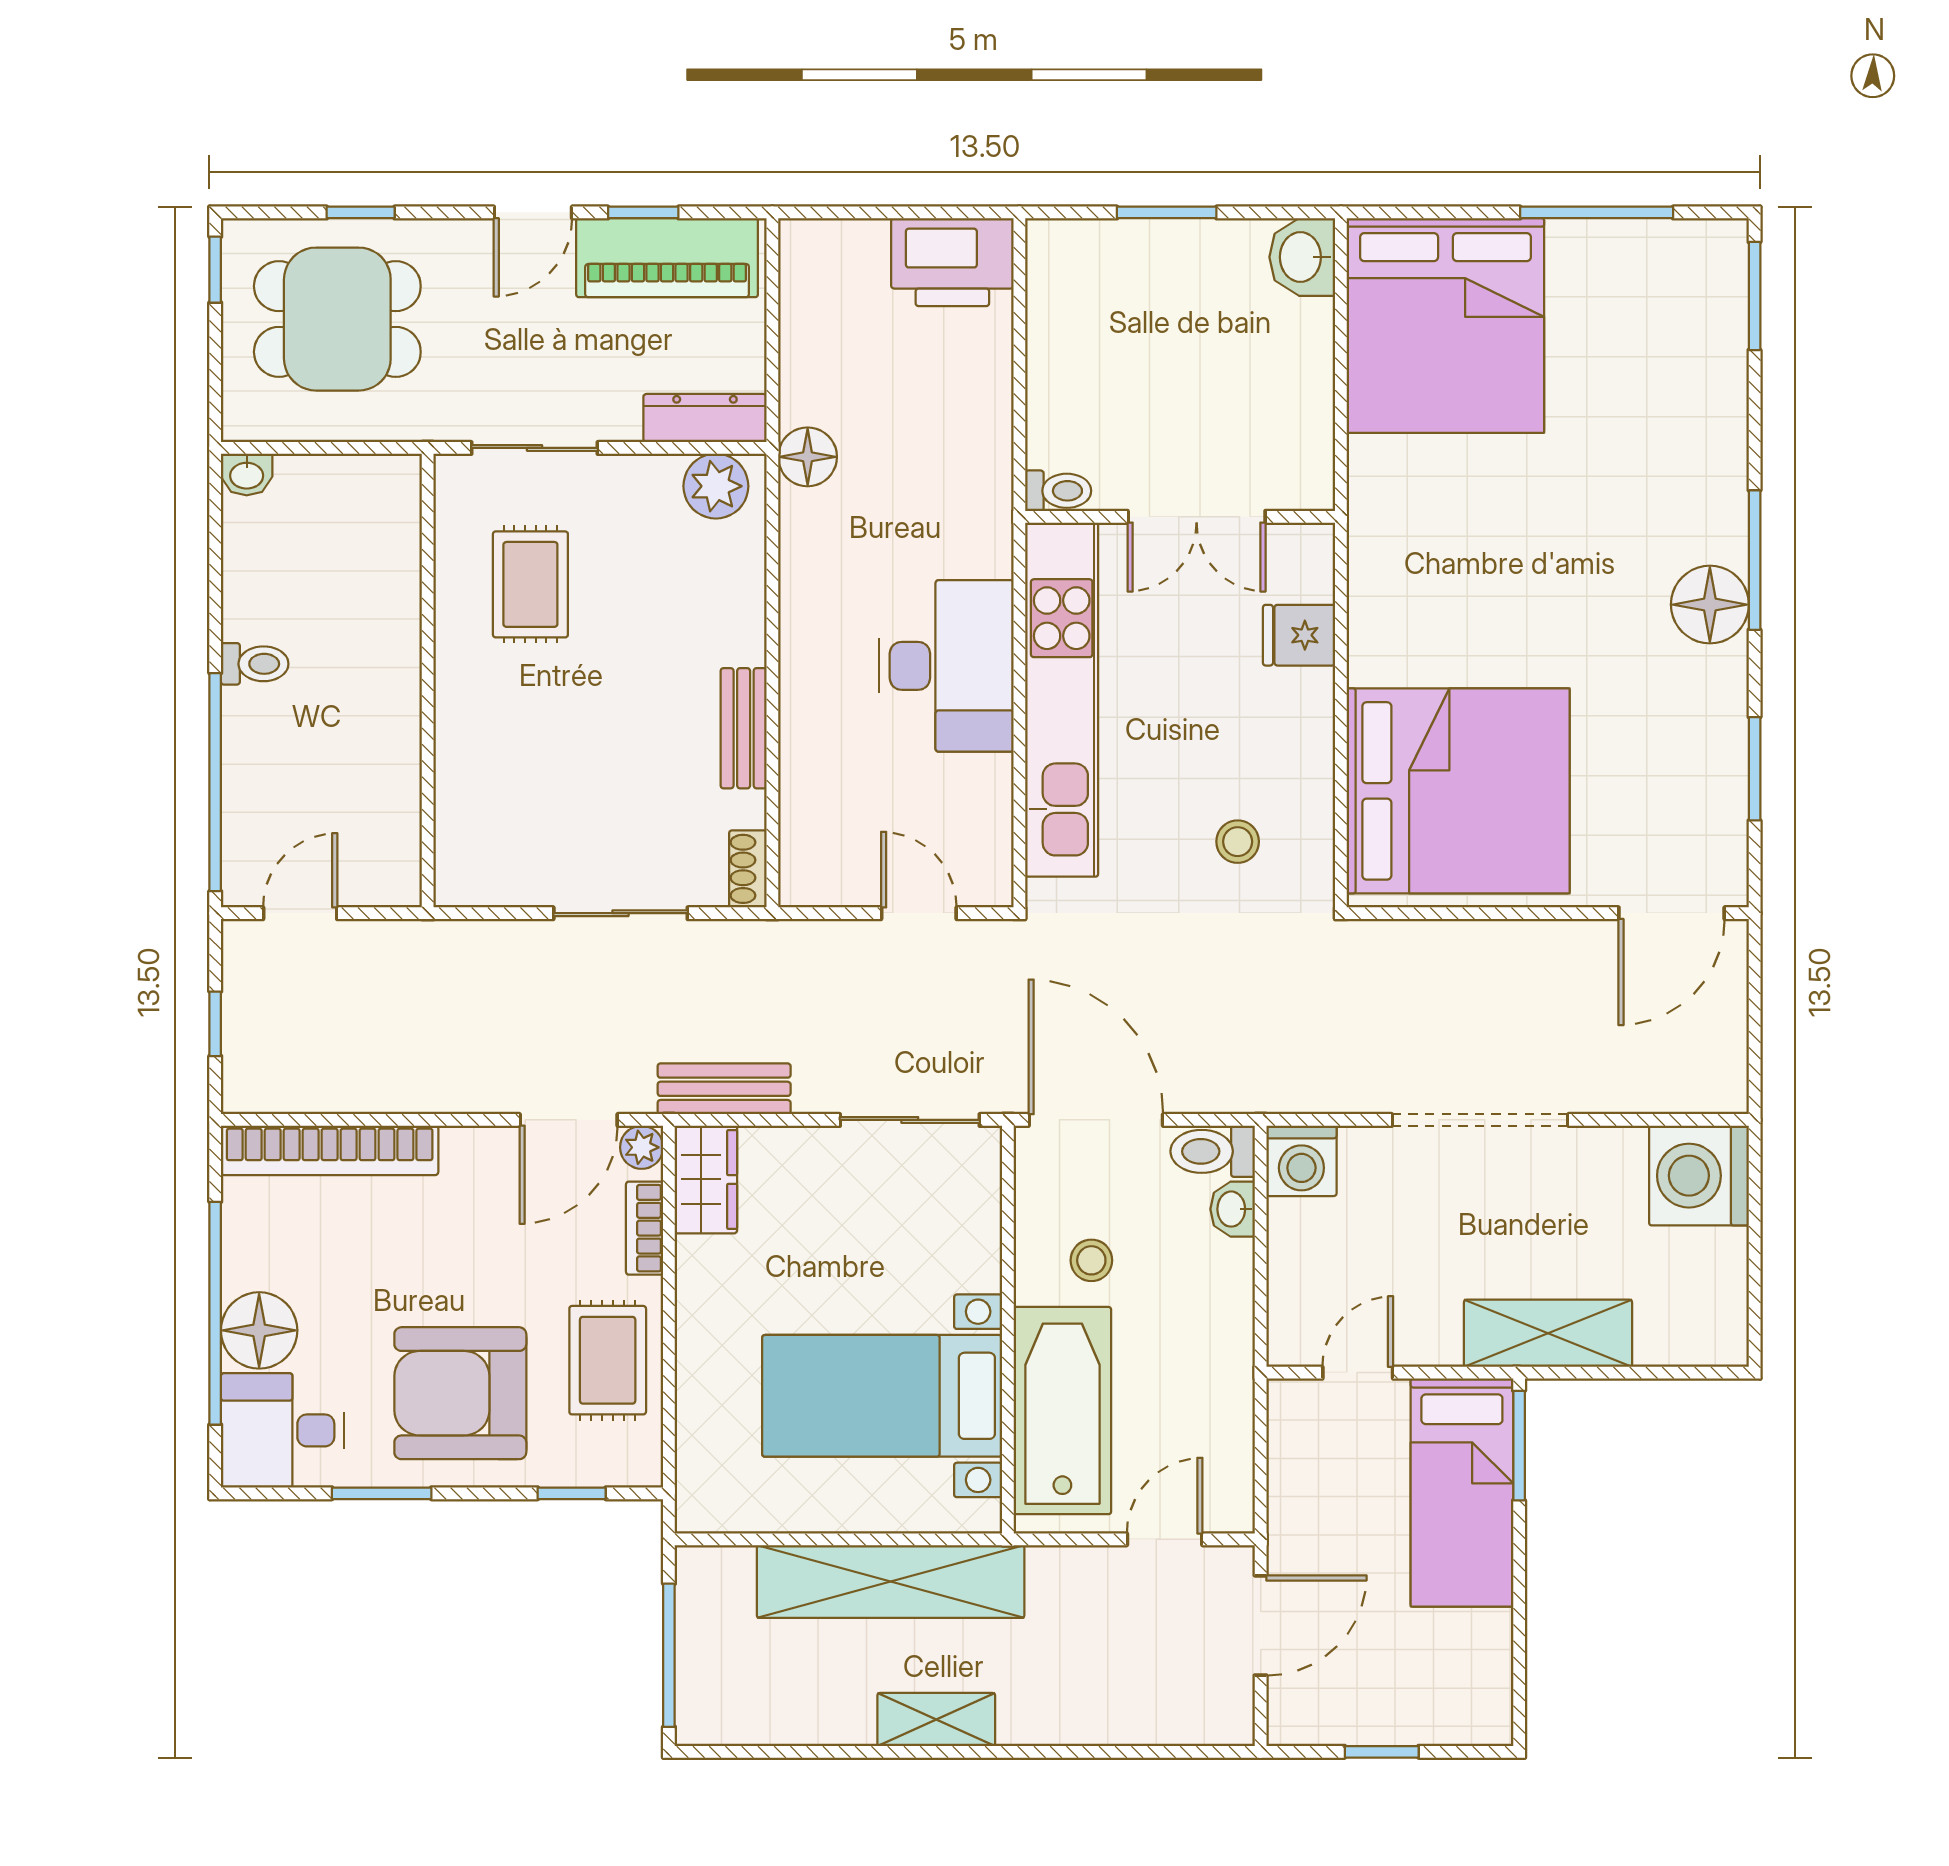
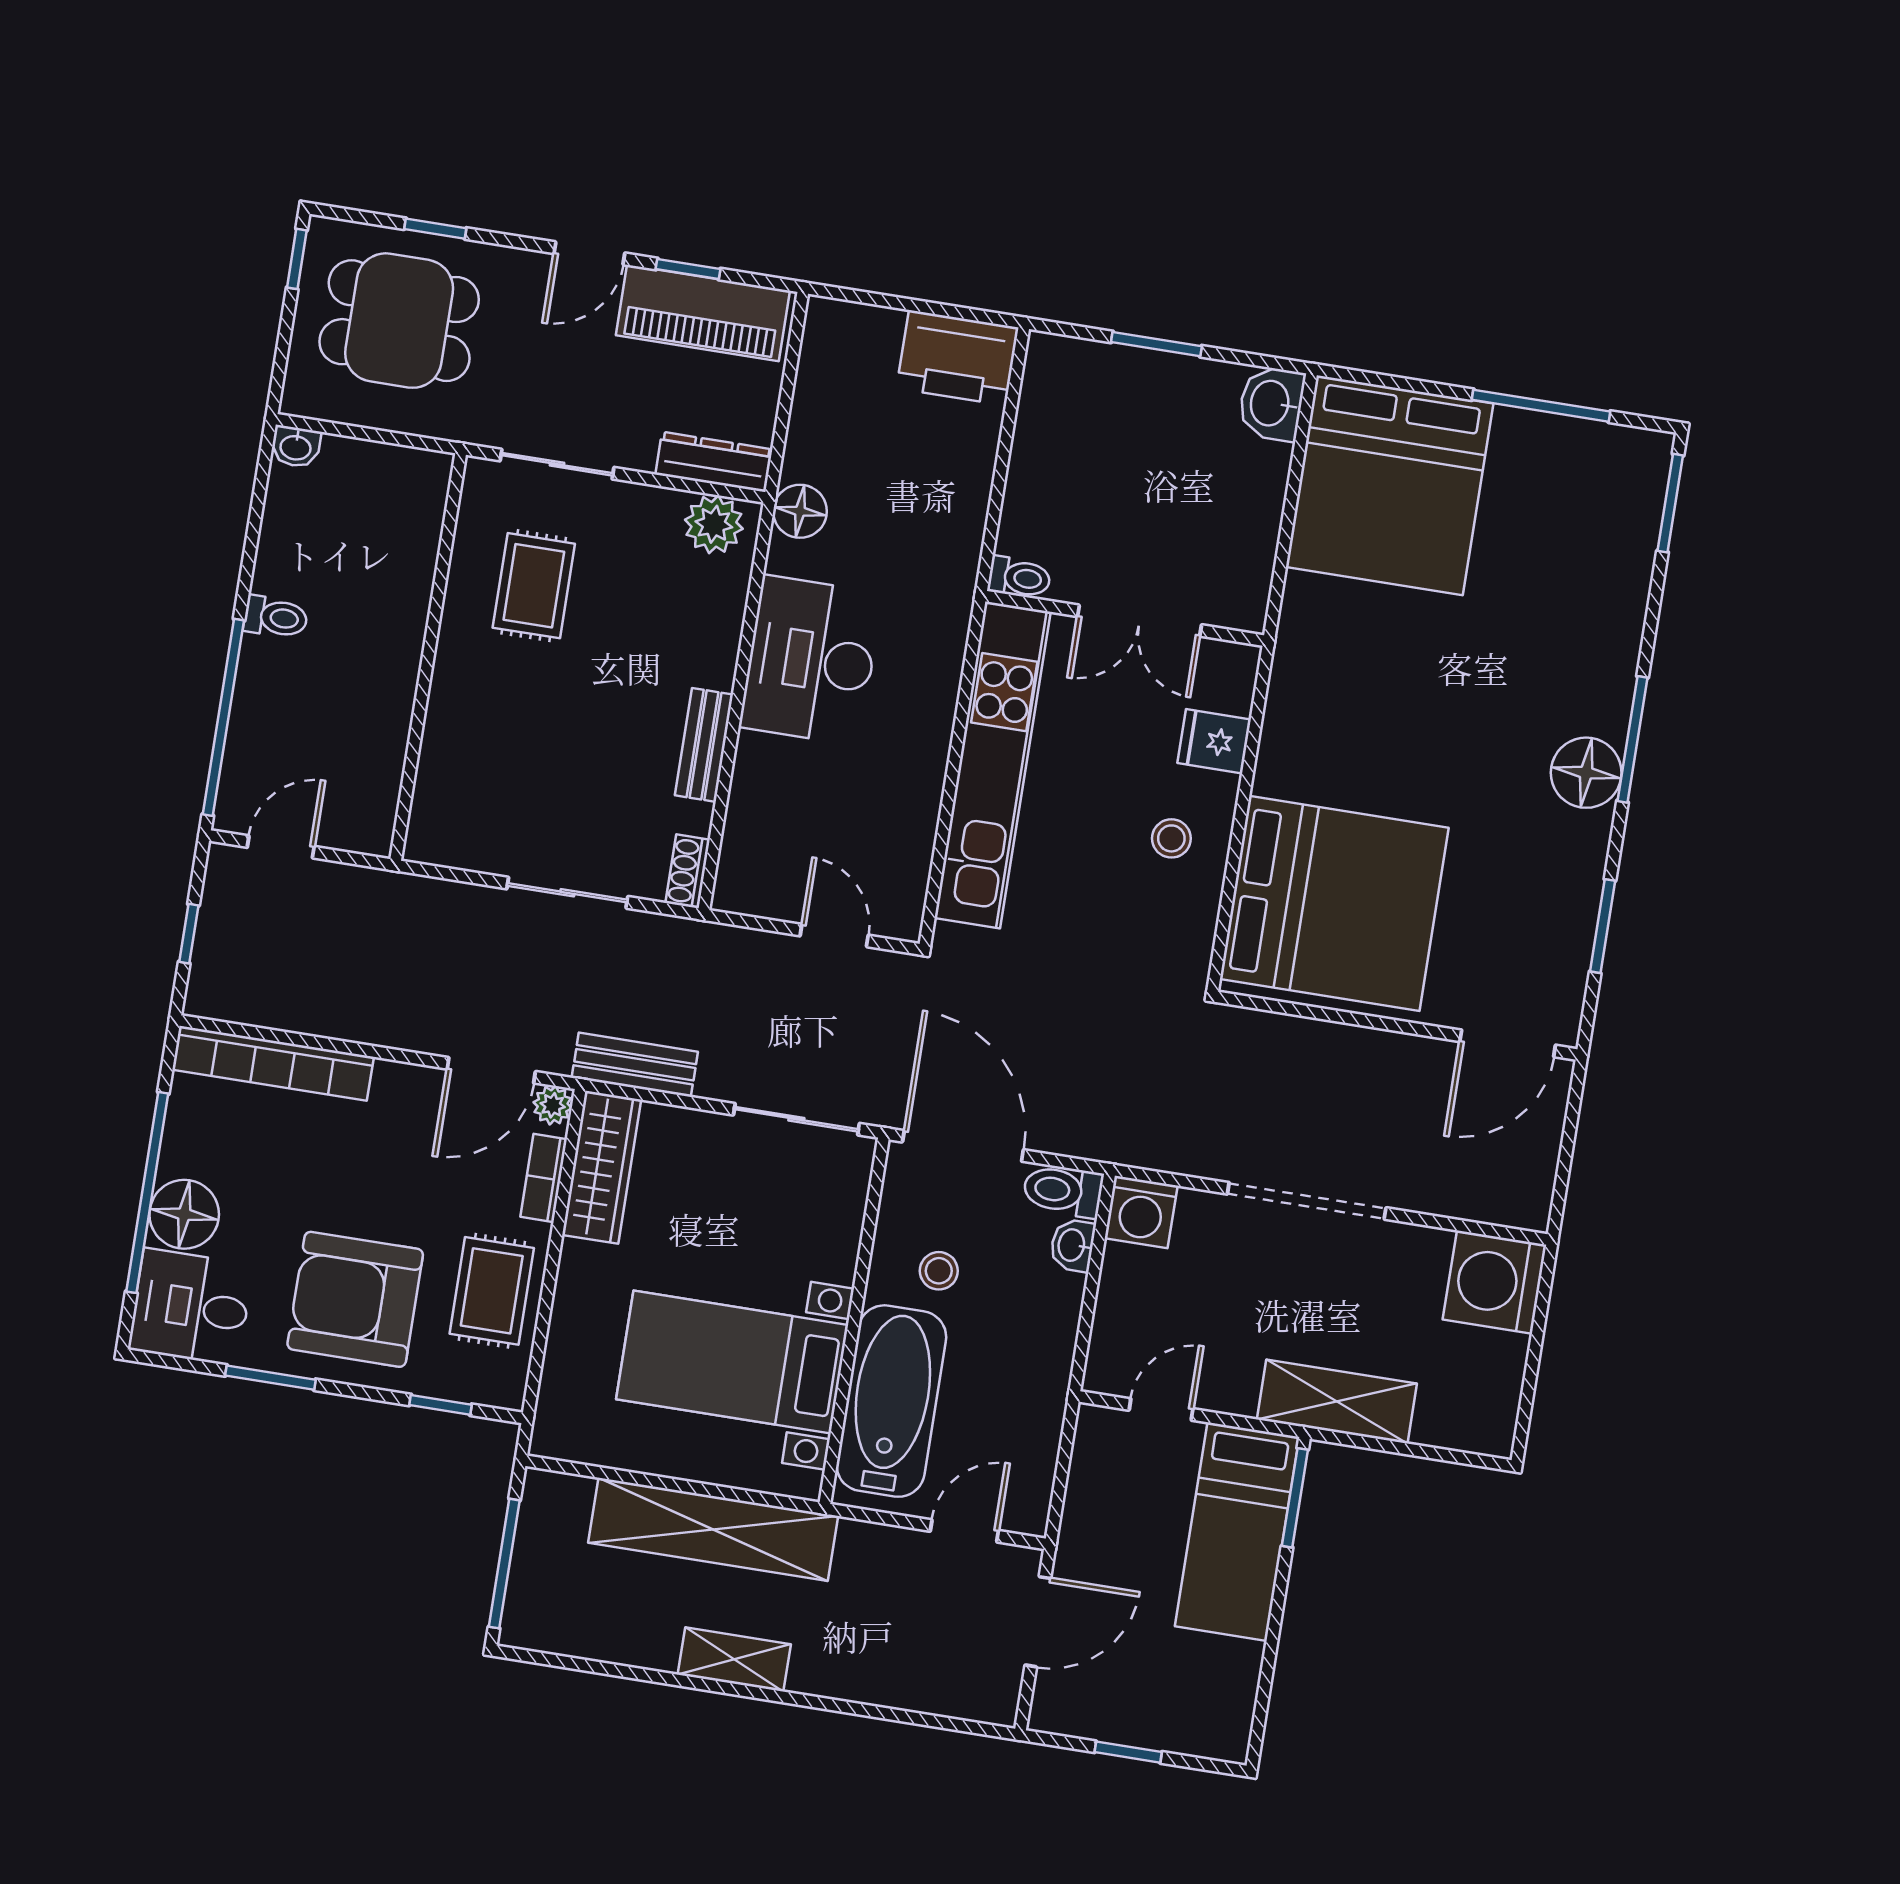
desk: (946, 666) -> (811, 660), moved, turned 180
stool: (1238, 842) -> (1171, 838), moved
wardrobe: (706, 1179) -> (602, 1167), width x1.50

